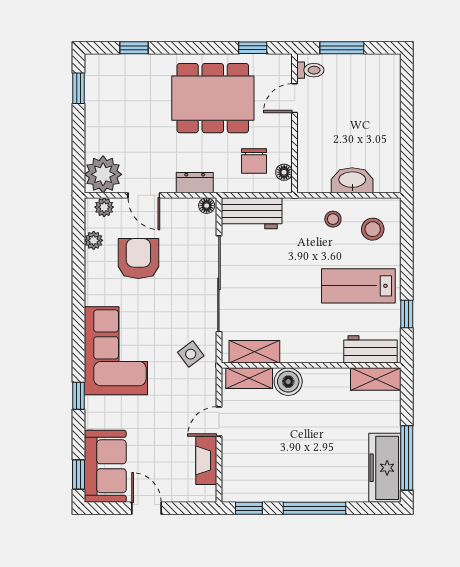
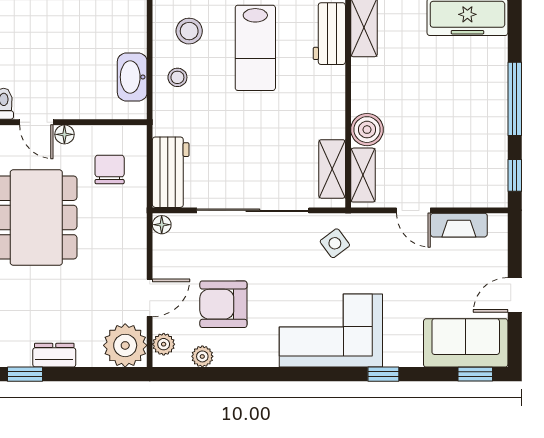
chair: (254, 161) -> (110, 170), turned -90
floor lamp: (284, 172) -> (64, 134), moved
washbasin: (352, 180) -> (132, 77), moved
dresser: (195, 183) -> (54, 355), moved, turned 90

